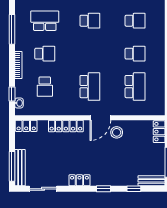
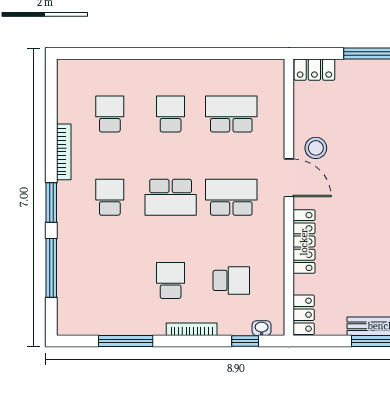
school desk: (45, 21) -> (171, 197), moved, turned -90

